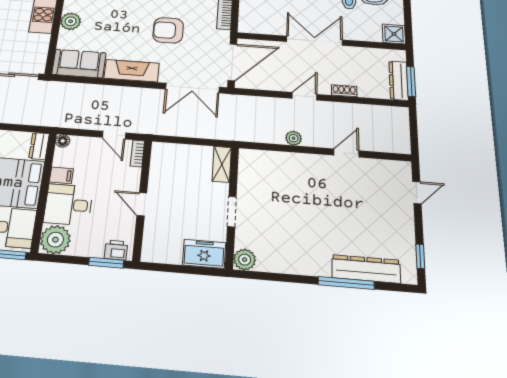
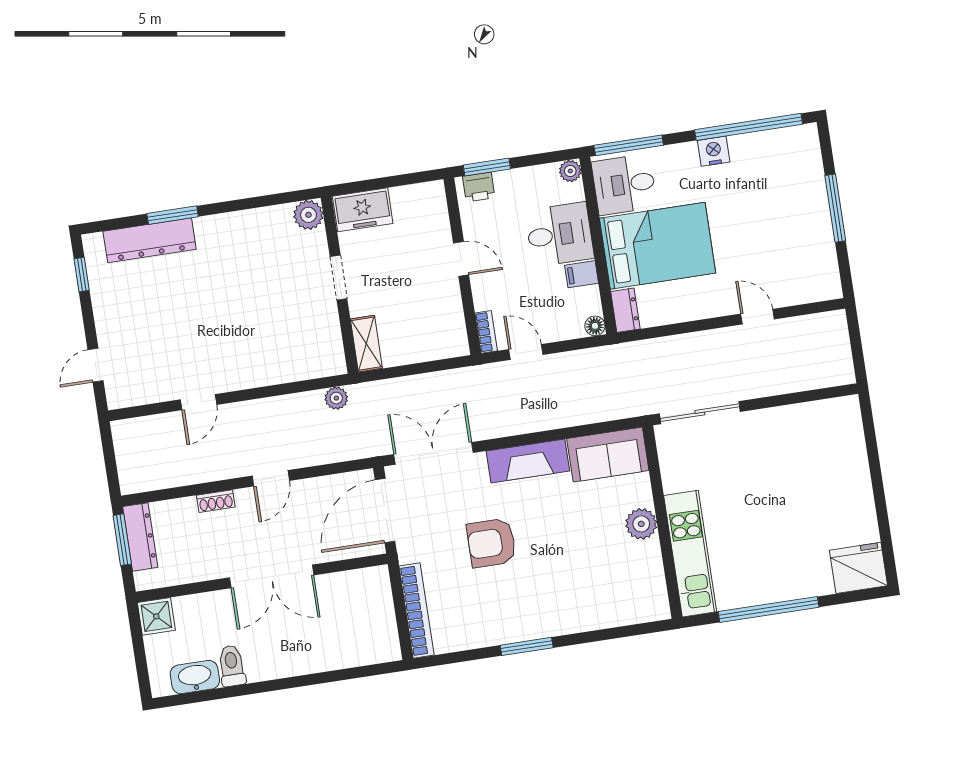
armchair: (168, 30) -> (491, 543), turned 180
plant: (294, 138) -> (336, 398), moved
plant: (55, 240) -> (570, 171), width x0.53, depth x0.53
window: (346, 283) -> (173, 215), width x0.69

